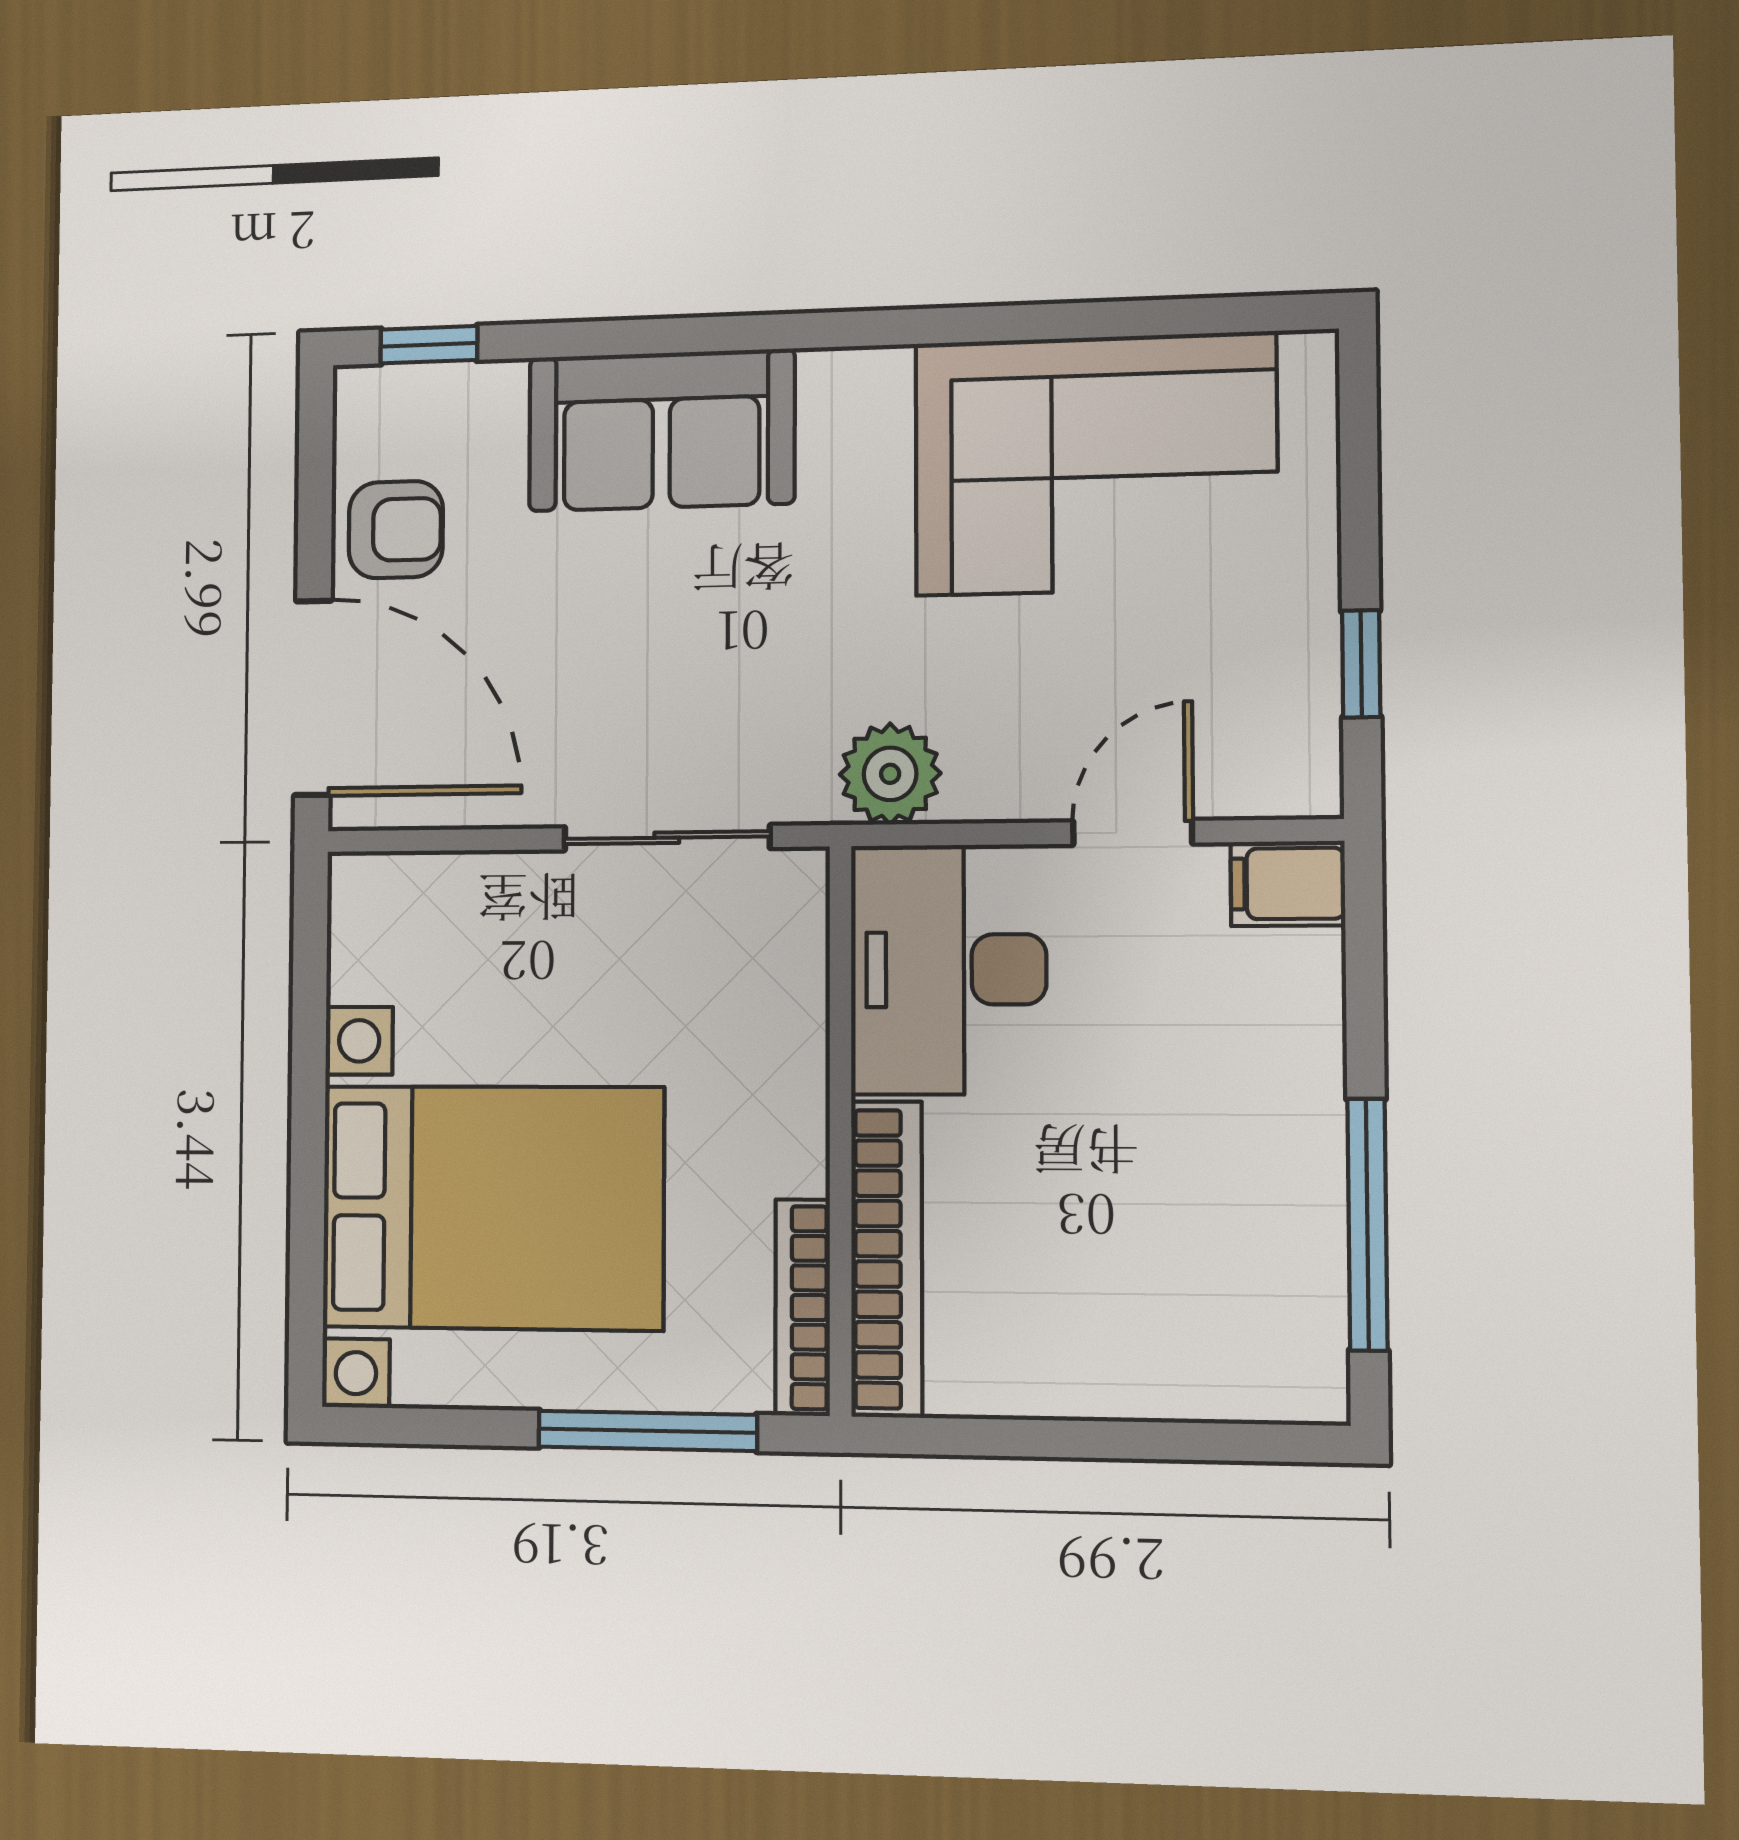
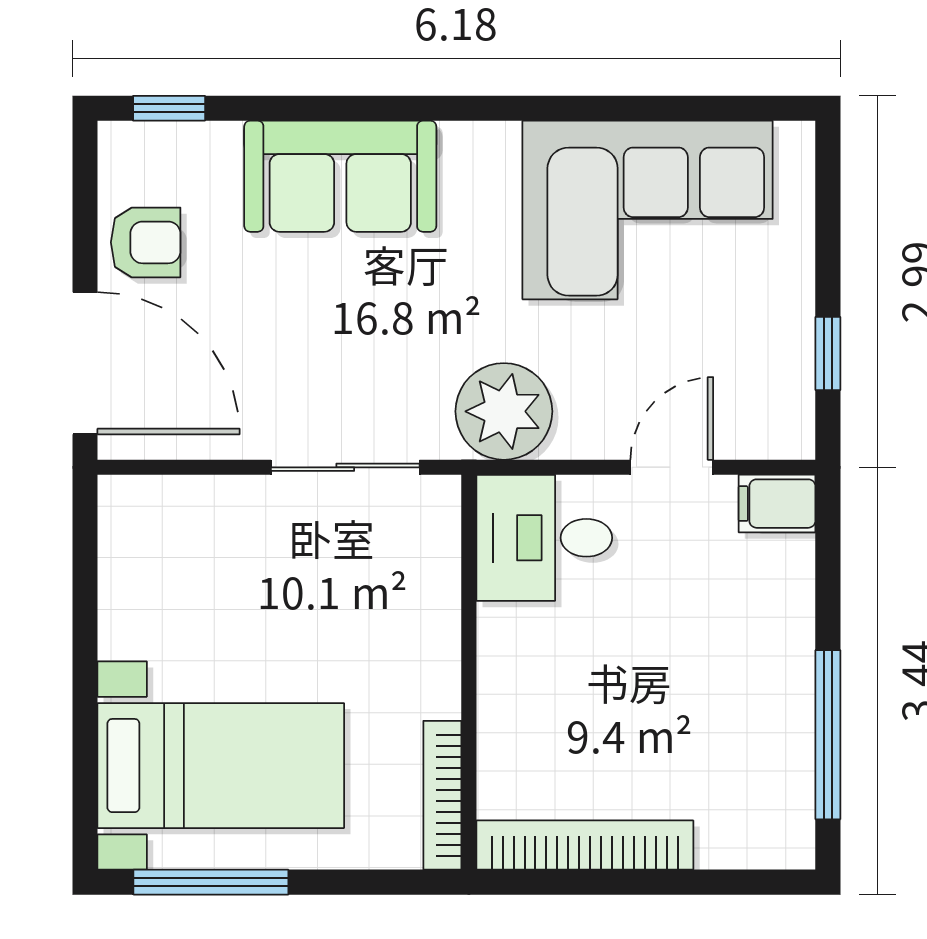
plant: (890, 774) -> (504, 411), width x1.36, depth x1.36
desk: (948, 970) -> (544, 538), width x0.73
bed with nightstands: (492, 1207) -> (221, 766), width x0.73
bookcase: (887, 1259) -> (585, 845), moved, turned -90
window: (647, 1431) -> (211, 882), moved

